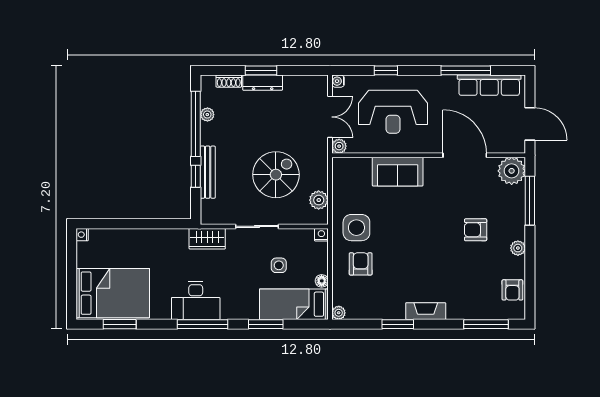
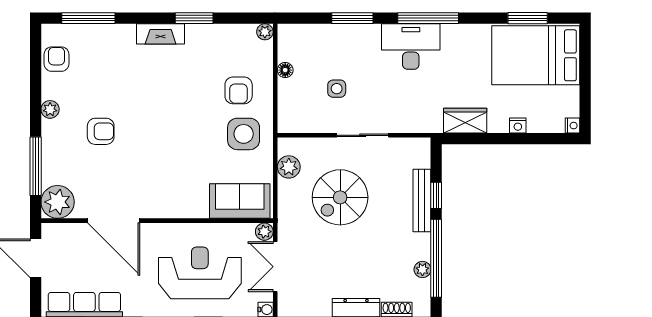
sofa: (398, 172) -> (240, 201), moved
nightstand: (321, 235) -> (518, 125), moved
wardrobe: (207, 239) -> (465, 121), moved
desk: (196, 301) -> (411, 46), moved
bed: (294, 304) -> (319, 42), removed

